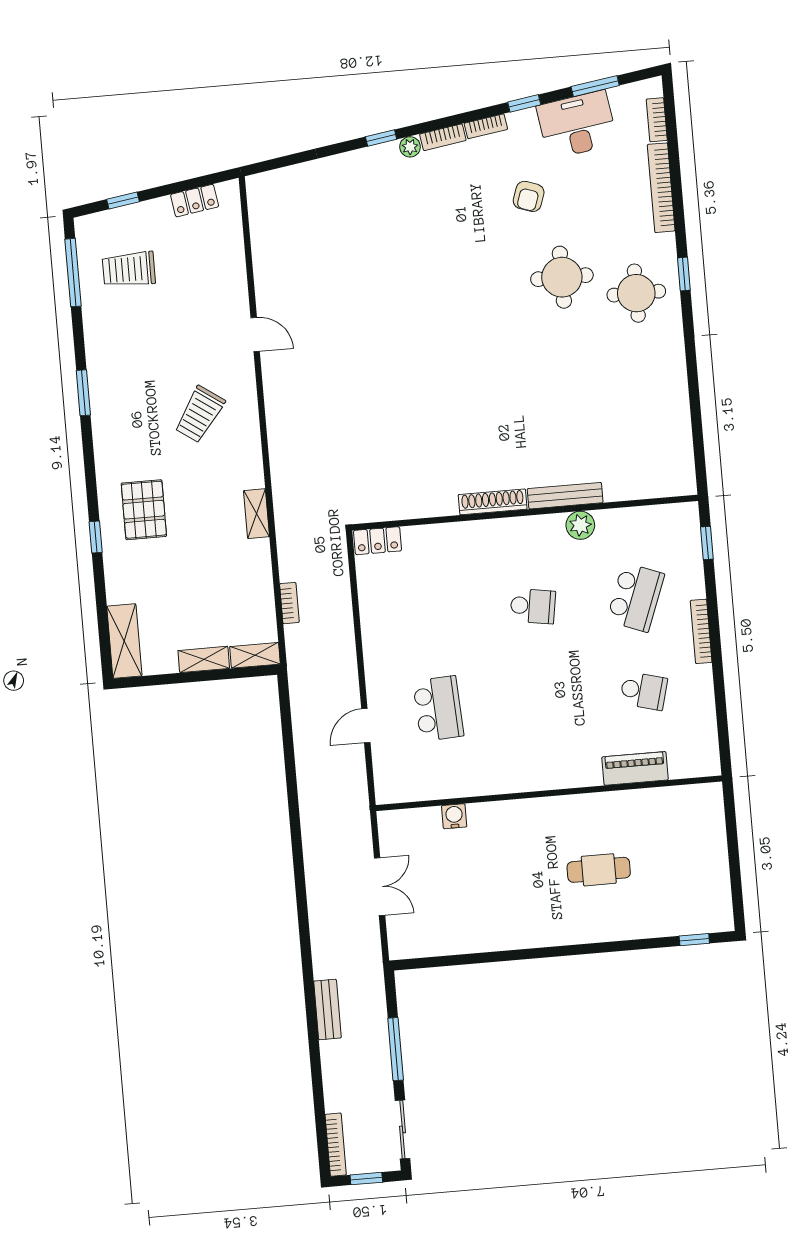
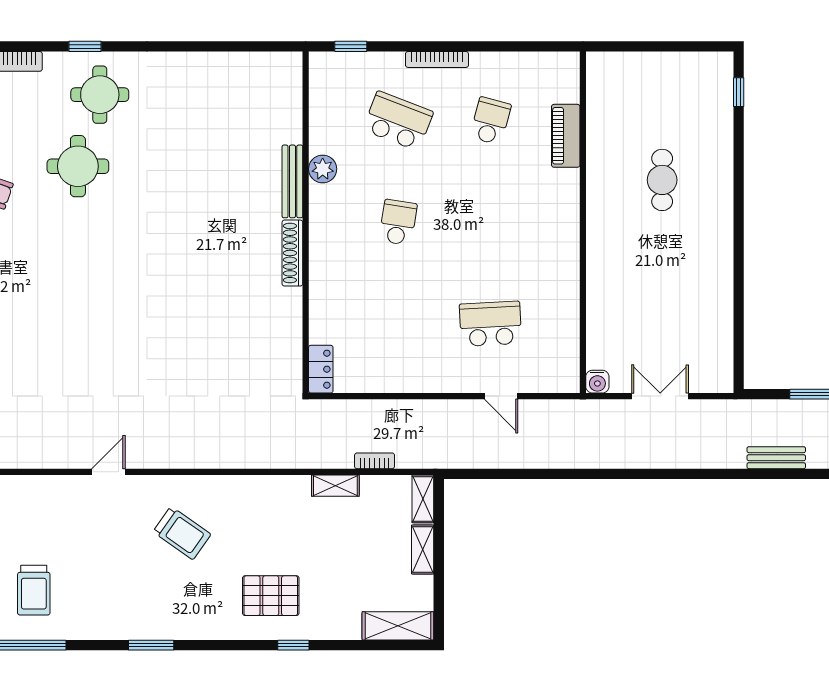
shelving: (256, 514) -> (335, 486), moved
water cooler: (454, 816) -> (597, 382), moved, turned -90

